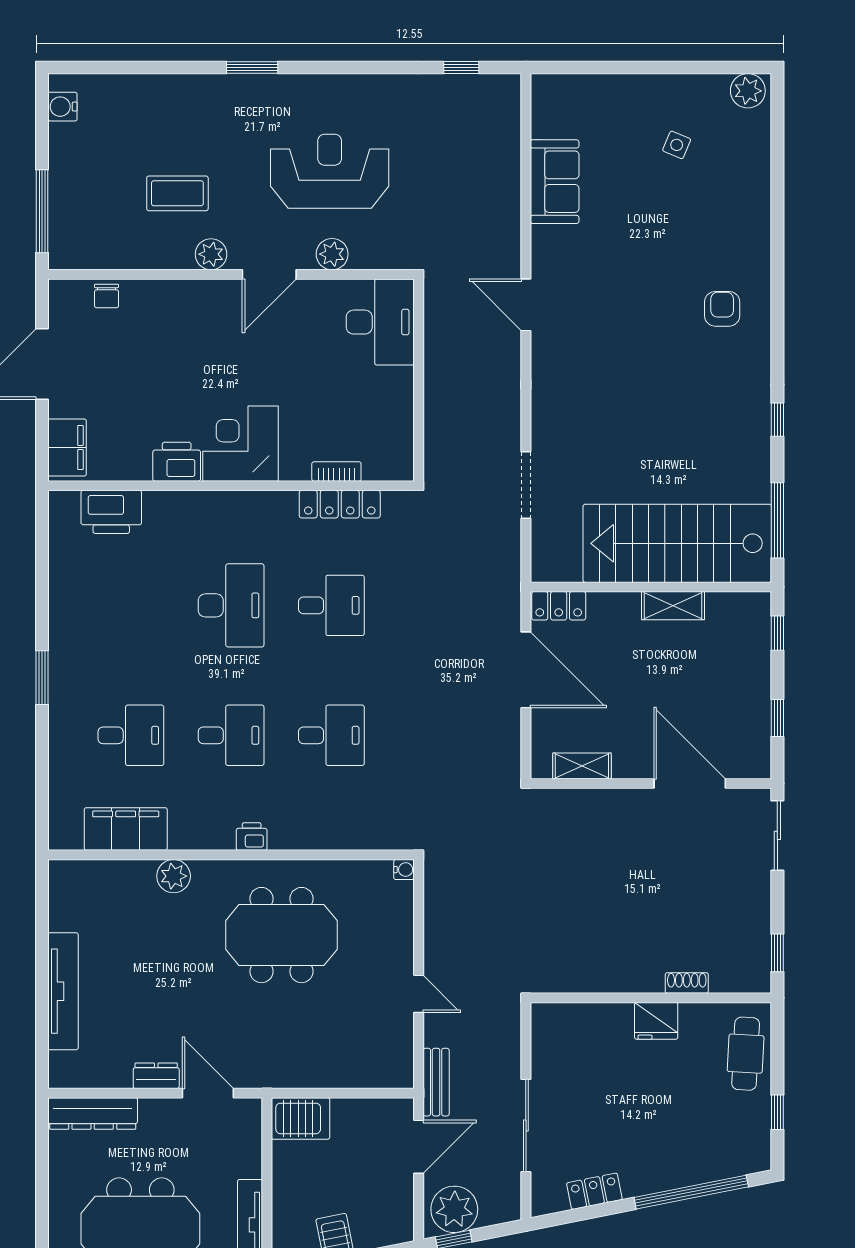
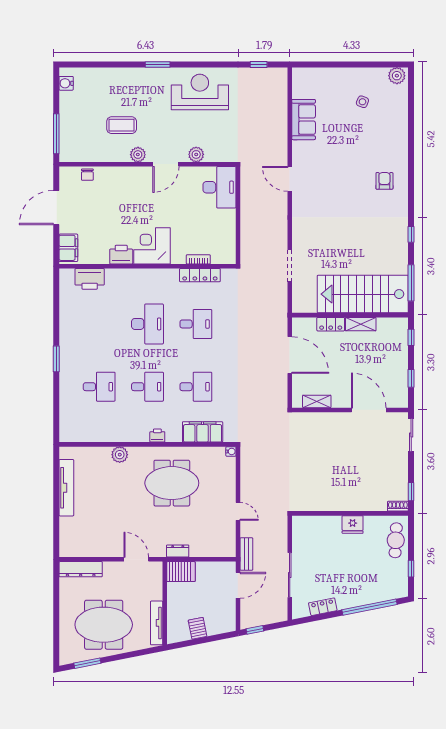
reception desk: (330, 171) -> (200, 92), moved
locker: (559, 606) -> (331, 324), moved
filing cabinet: (126, 829) -> (203, 432), moved
shoe rack: (687, 983) -> (398, 506), moved
tv unit: (63, 991) -> (66, 488), moved
dresser: (156, 1076) -> (178, 551), moved
plant: (454, 1209) -> (255, 615), removed

